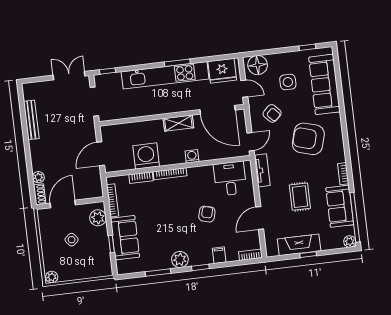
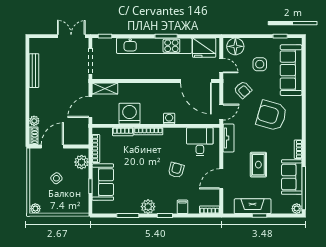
shelving: (178, 123) -> (105, 89), moved

